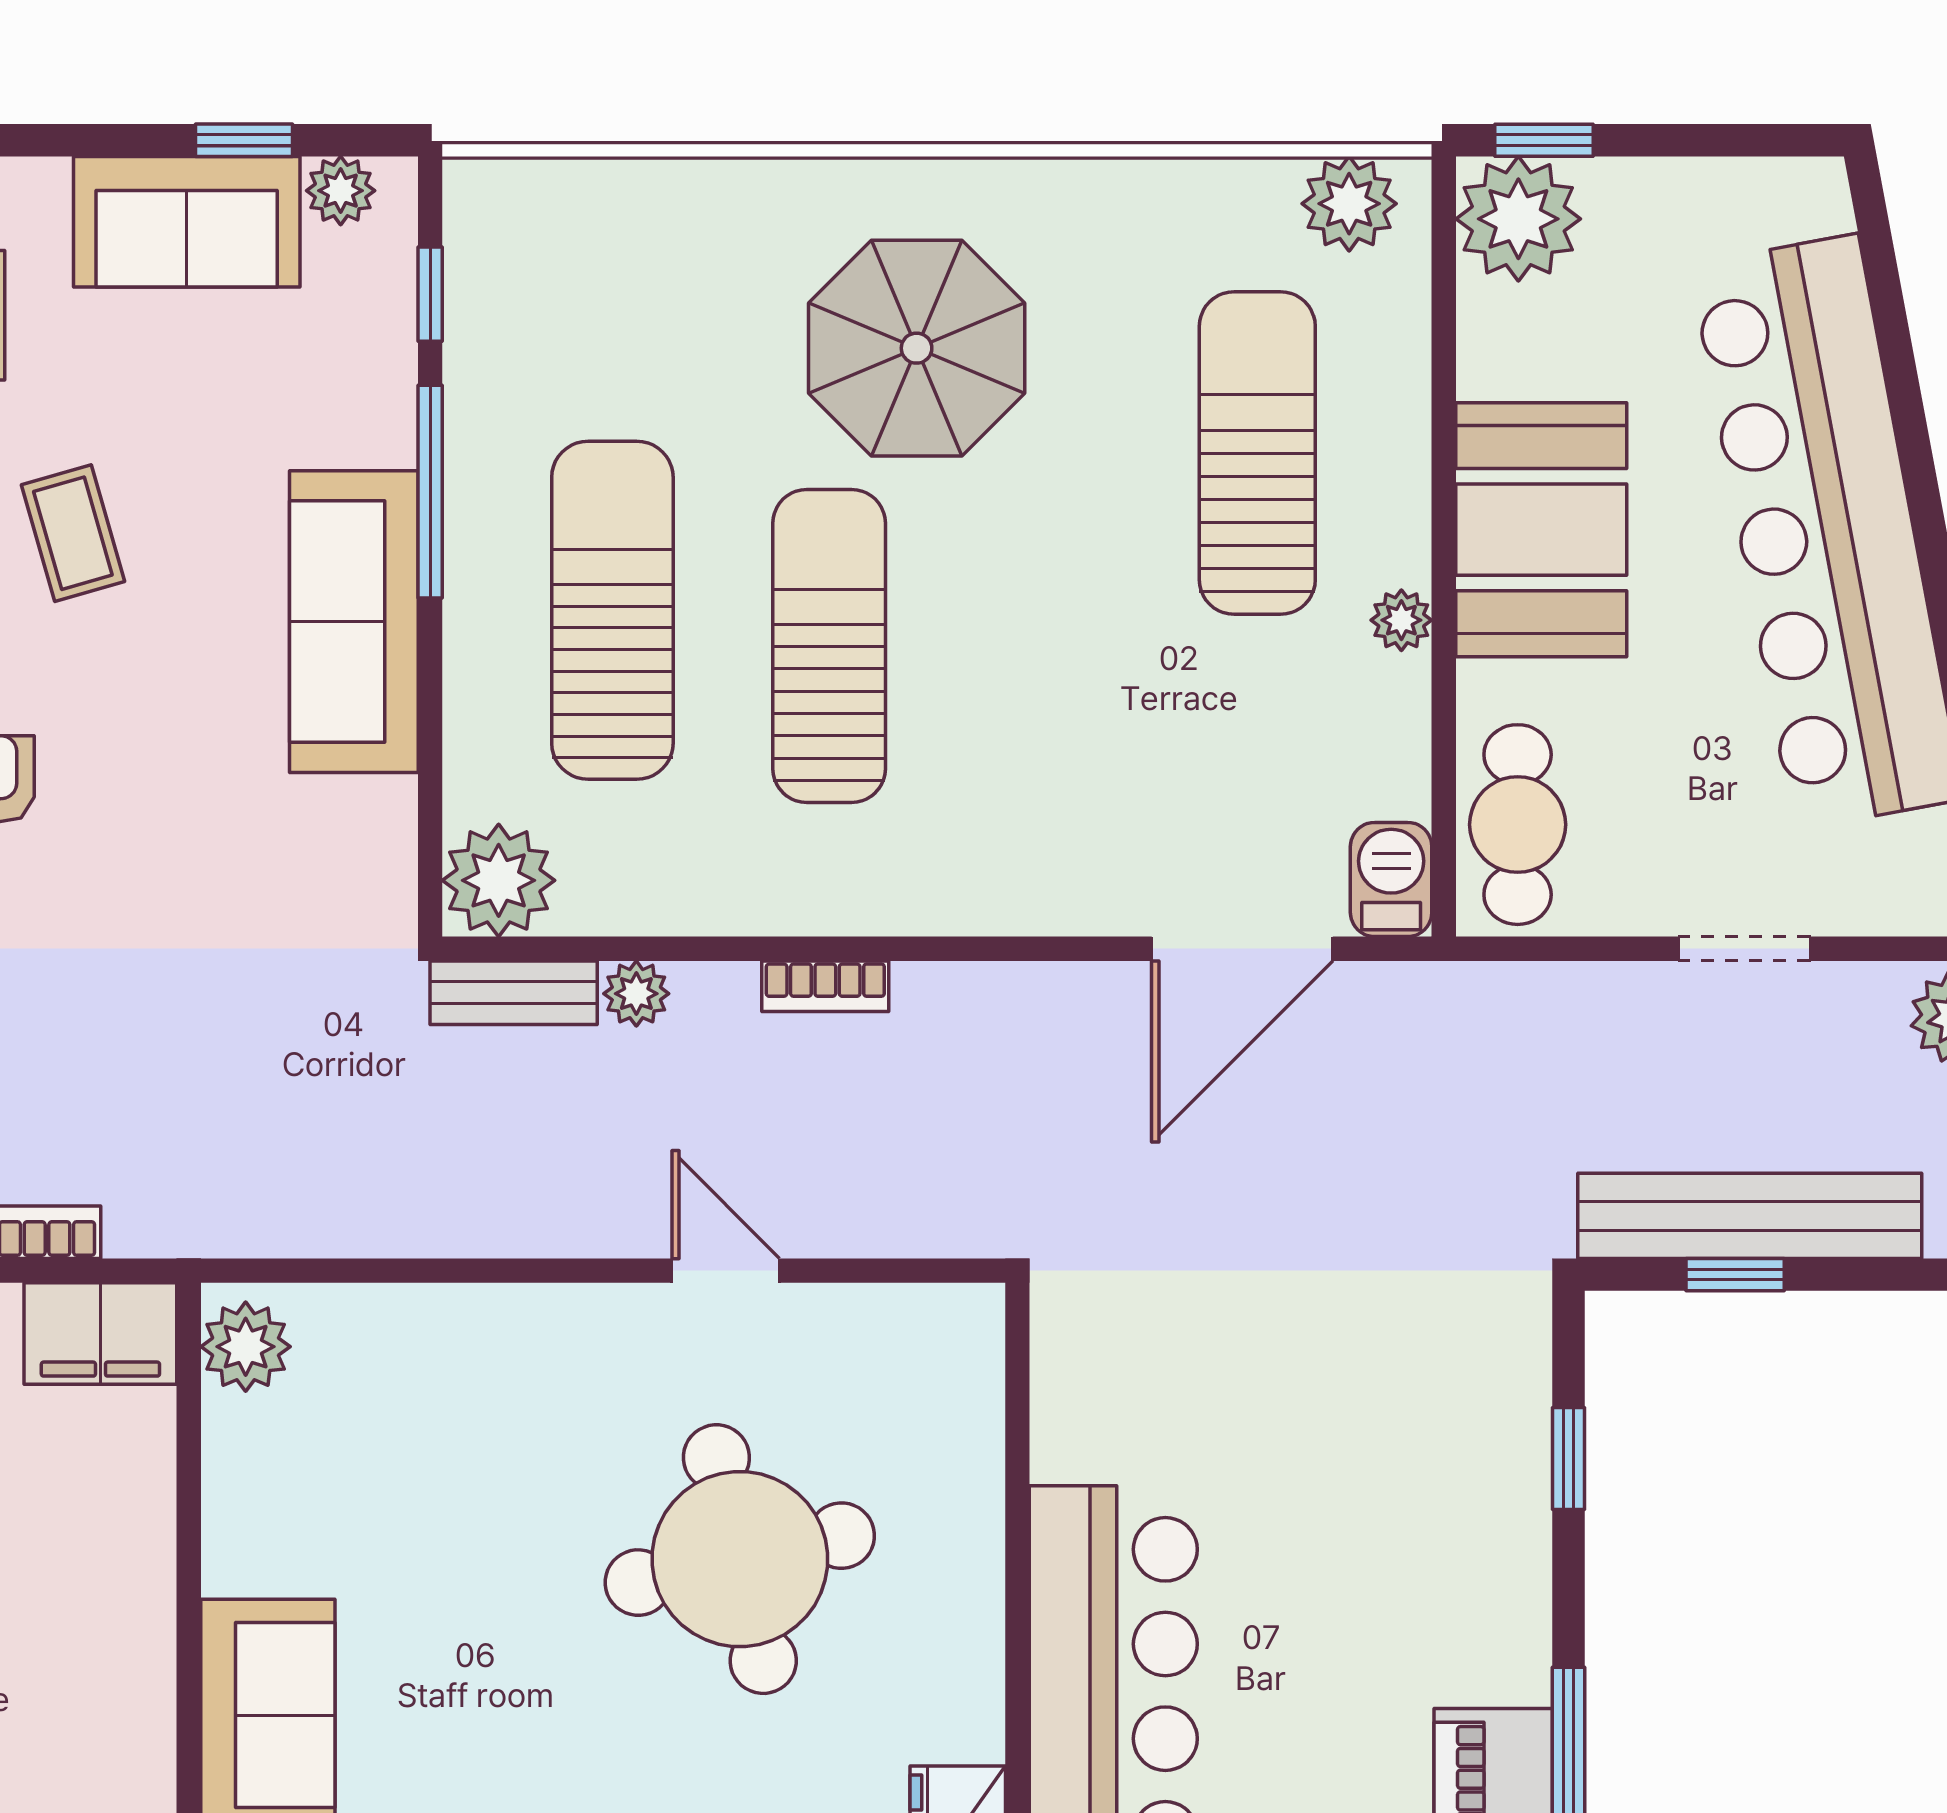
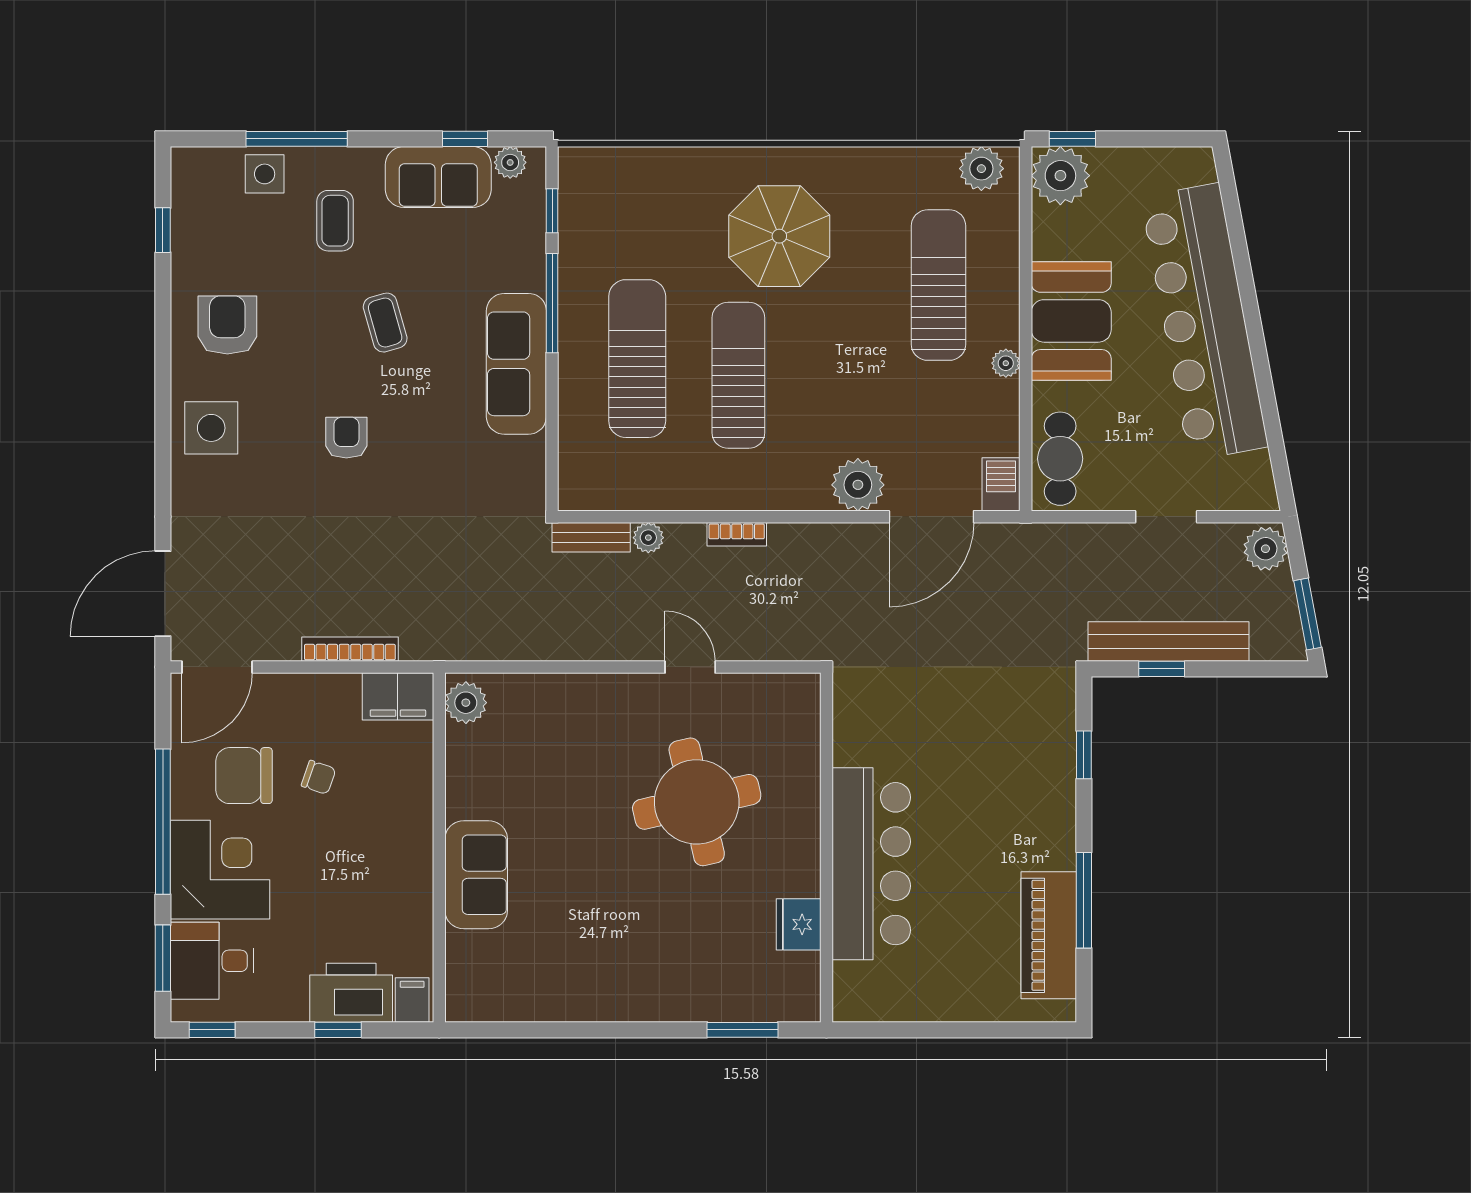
plant: (499, 880) -> (858, 485), moved

